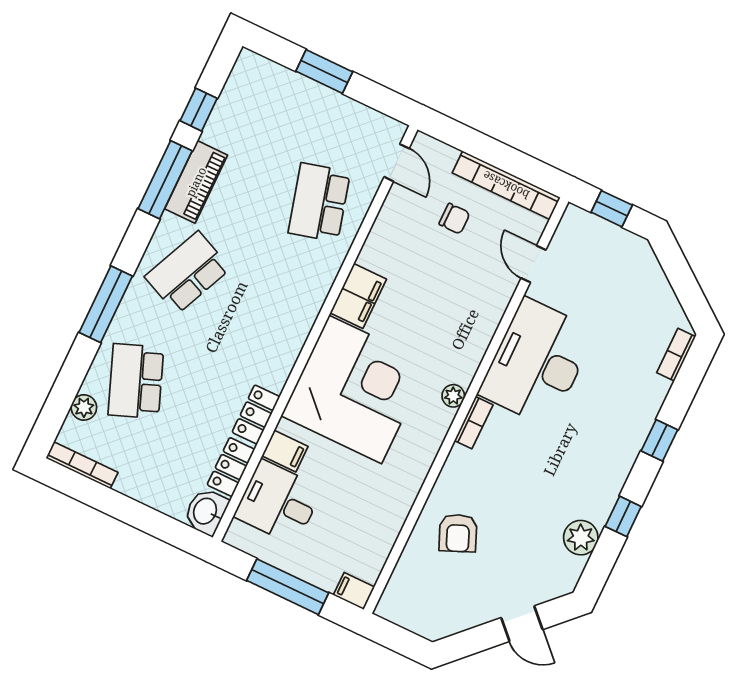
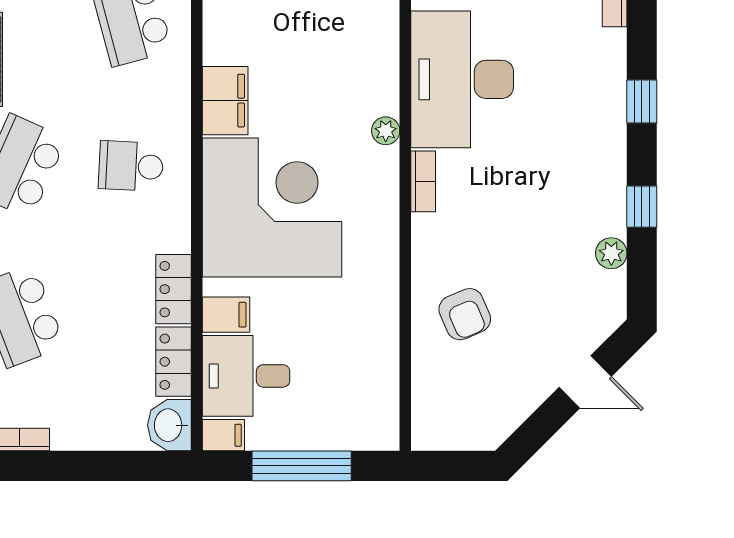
school desk: (268, 311) -> (131, 166), added
plant: (453, 396) -> (386, 131), moved
plant: (581, 538) -> (611, 253), width x0.73, depth x0.73
filing cabinet: (354, 591) -> (223, 435), moved, turned 180

